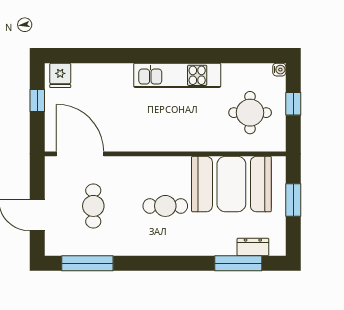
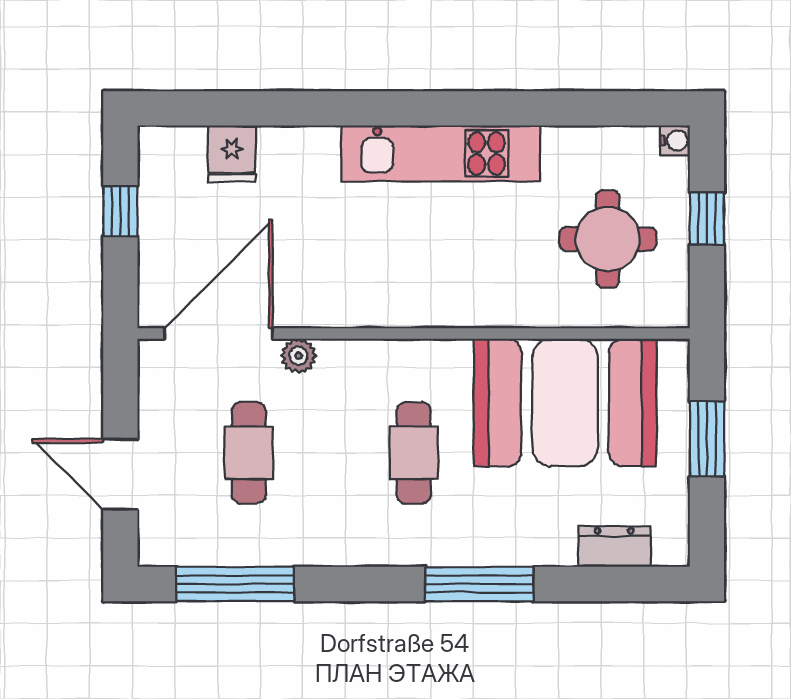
fridge: (60, 75) -> (232, 154), moved
door: (80, 154) -> (219, 333), hinge flipped
plant: (115, 164) -> (299, 356), added
cafe table: (165, 206) -> (414, 453), turned 90
window: (238, 263) -> (479, 584), moved

